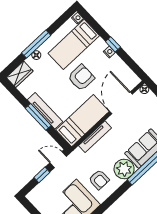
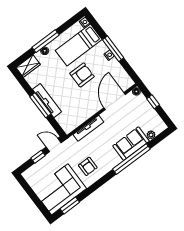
window: (113, 44) -> (113, 49), width x2.17
bed: (82, 121) -> (79, 113), removed
plant: (124, 169) -> (111, 159), removed

